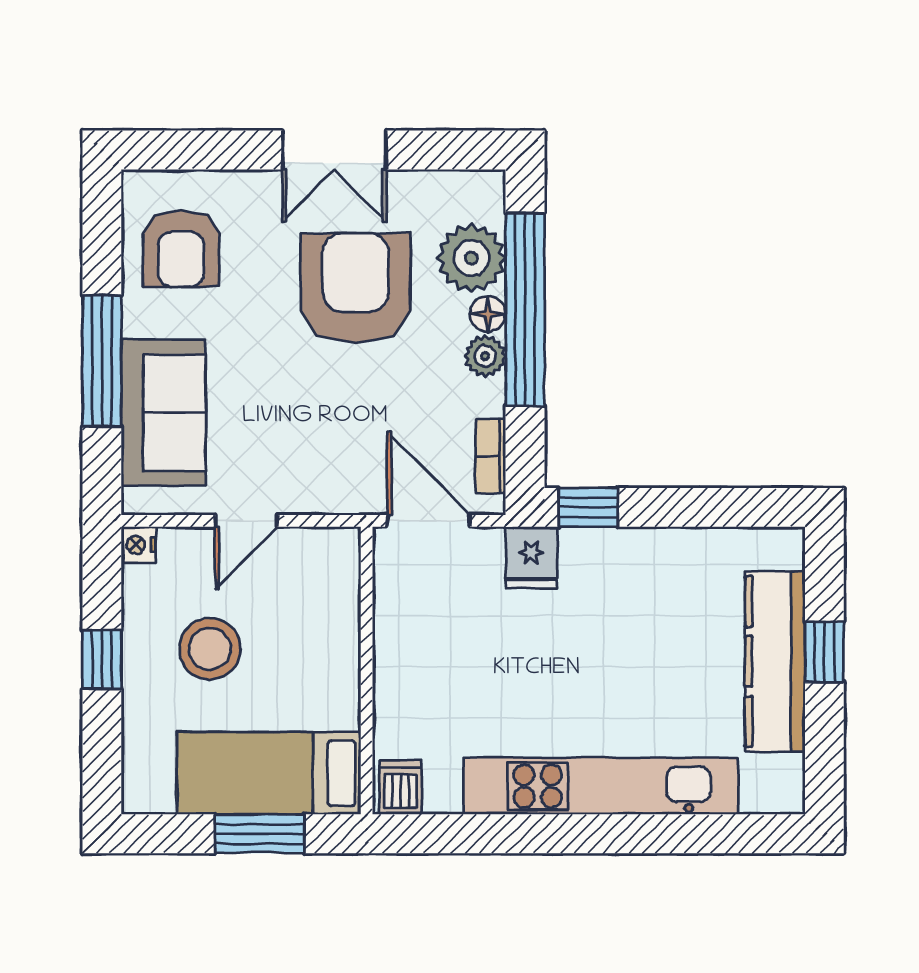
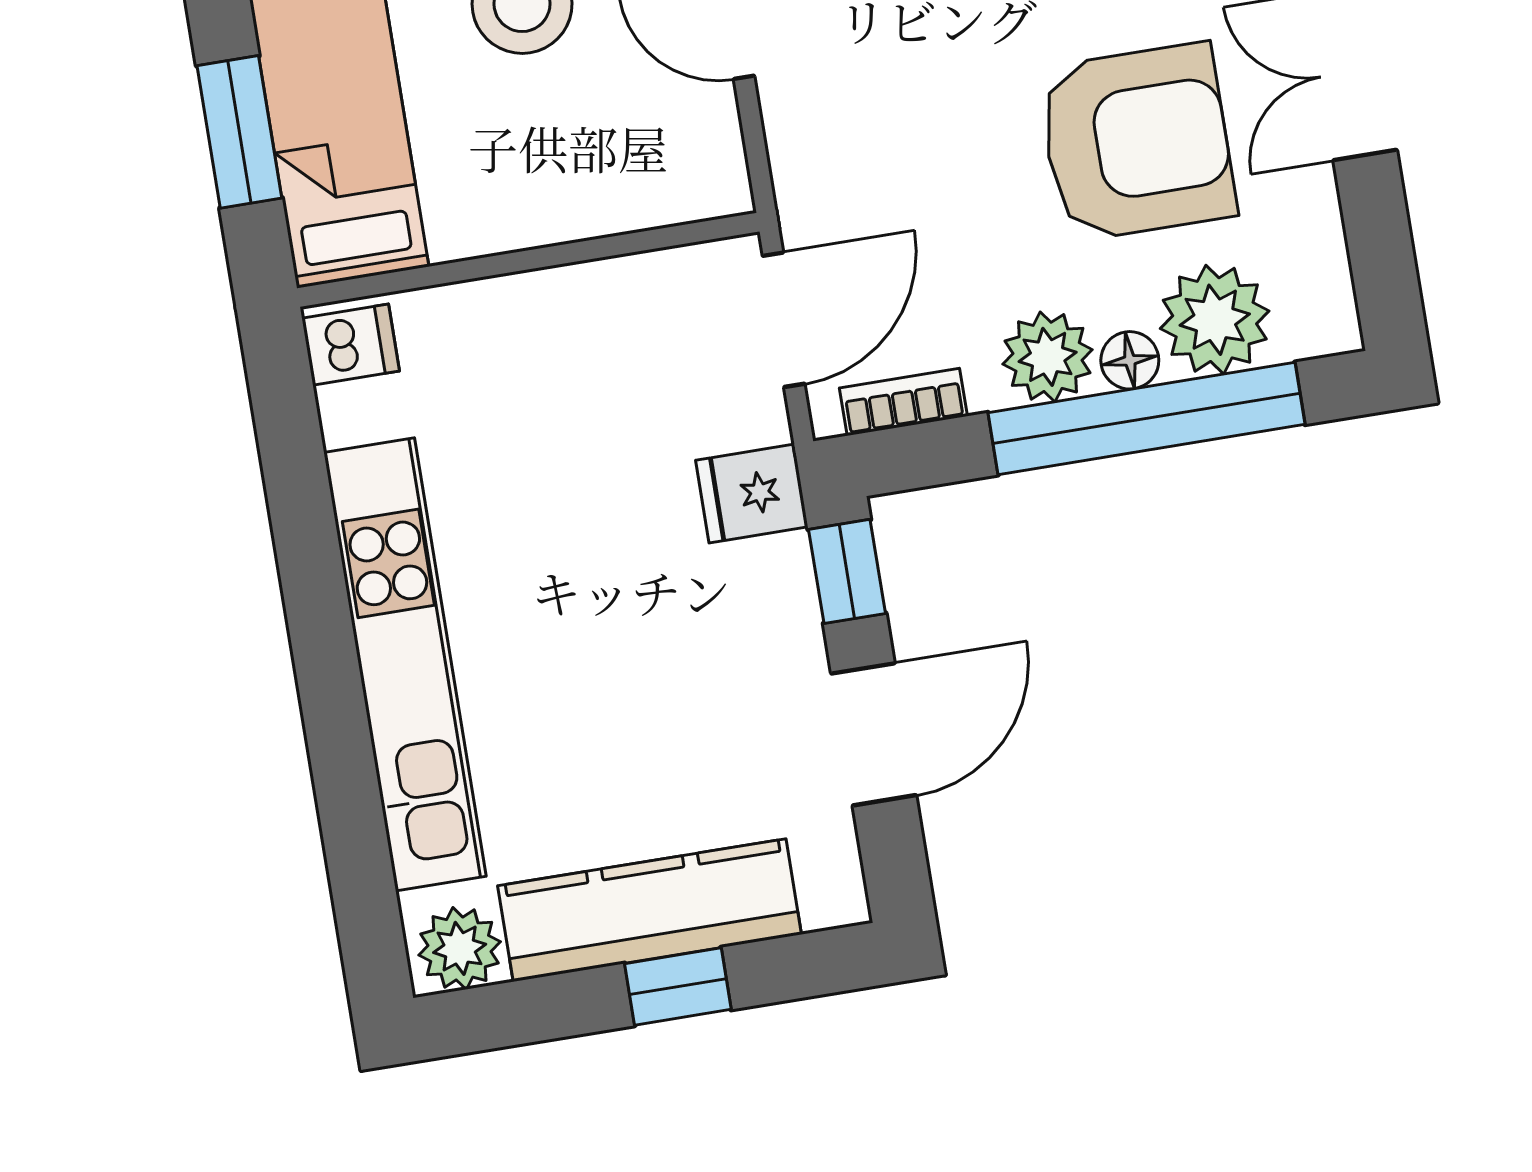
plant: (485, 356) -> (1048, 357), width x1.38, depth x1.38
door: (690, 507) -> (874, 734), added
plant: (779, 781) -> (460, 948), added

